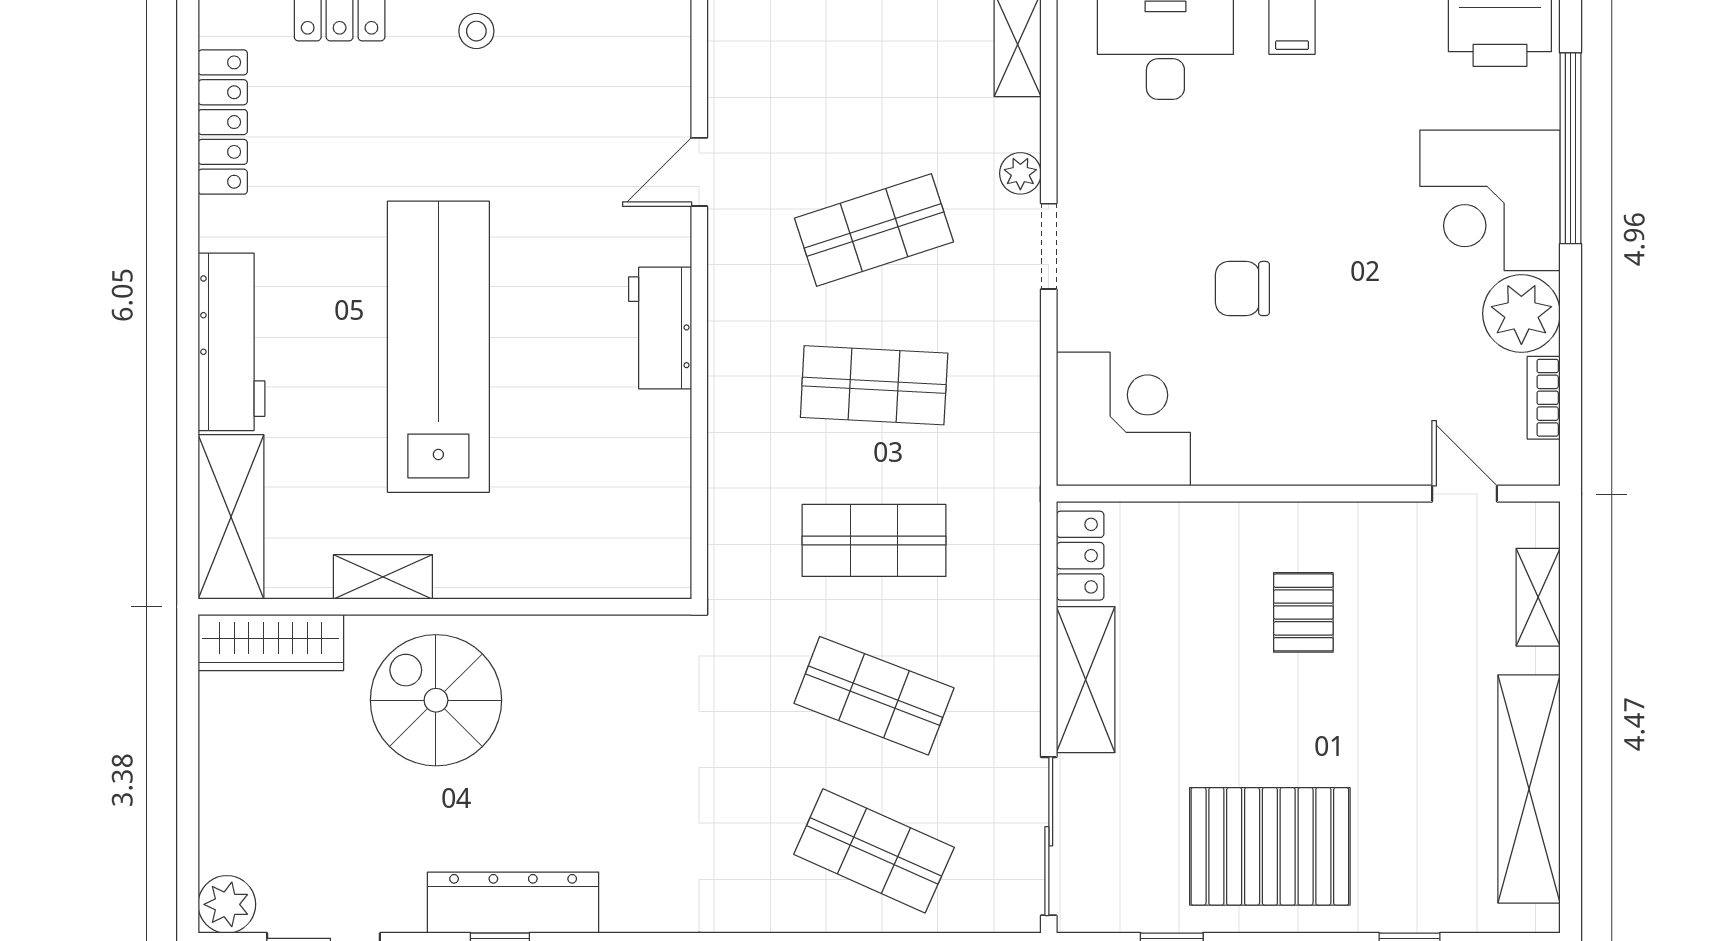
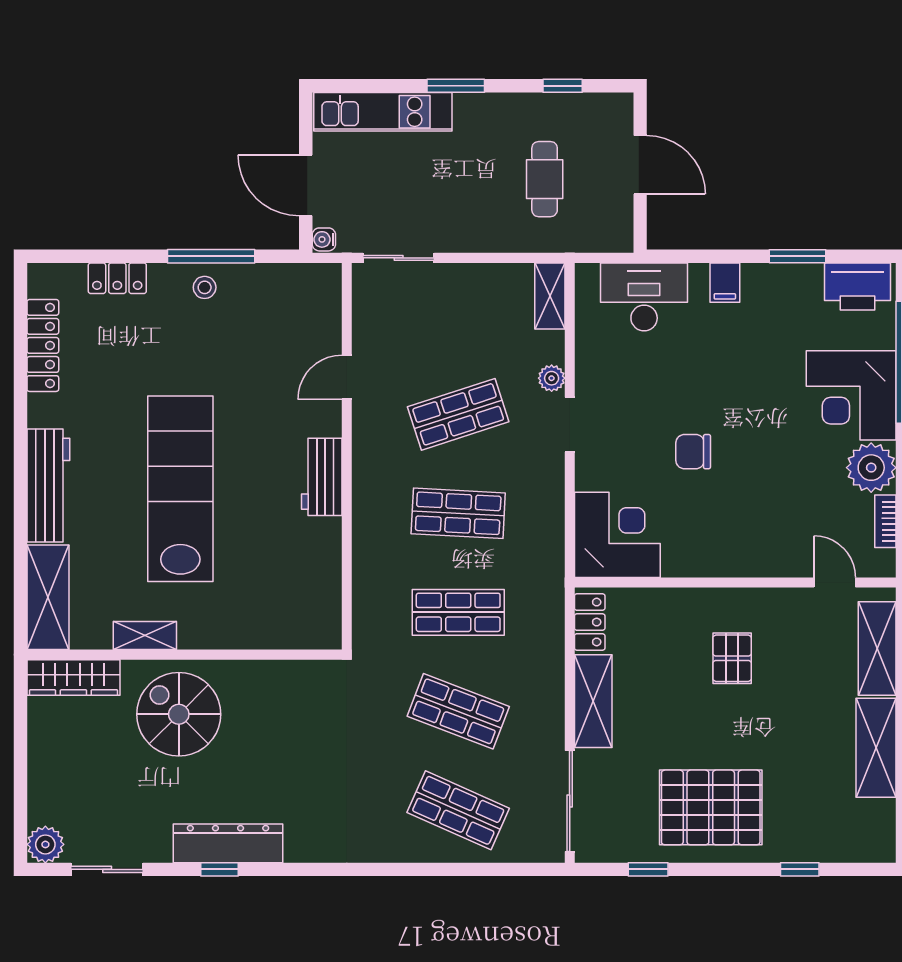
shelving: (1538, 597) -> (877, 649), width x1.50, depth x1.33
shelving: (1529, 789) -> (876, 748), width x0.68

